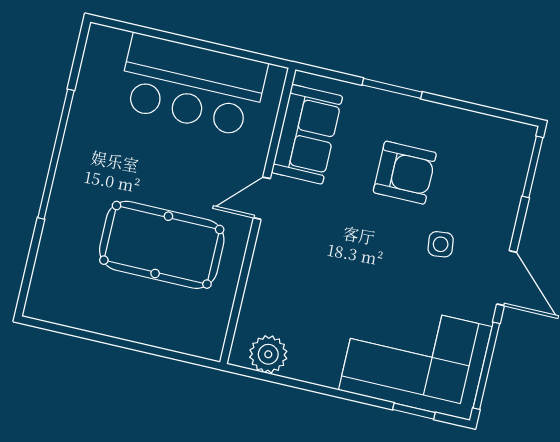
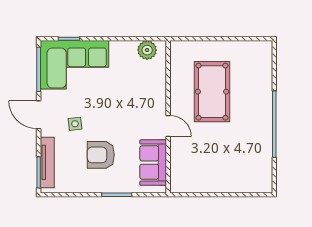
bar counter: (192, 85) -> (215, 174), removed
tv unit: (512, 182) -> (47, 162), added
door: (262, 198) -> (168, 126), hinge flipped
pool table: (162, 245) -> (212, 92), turned 90

